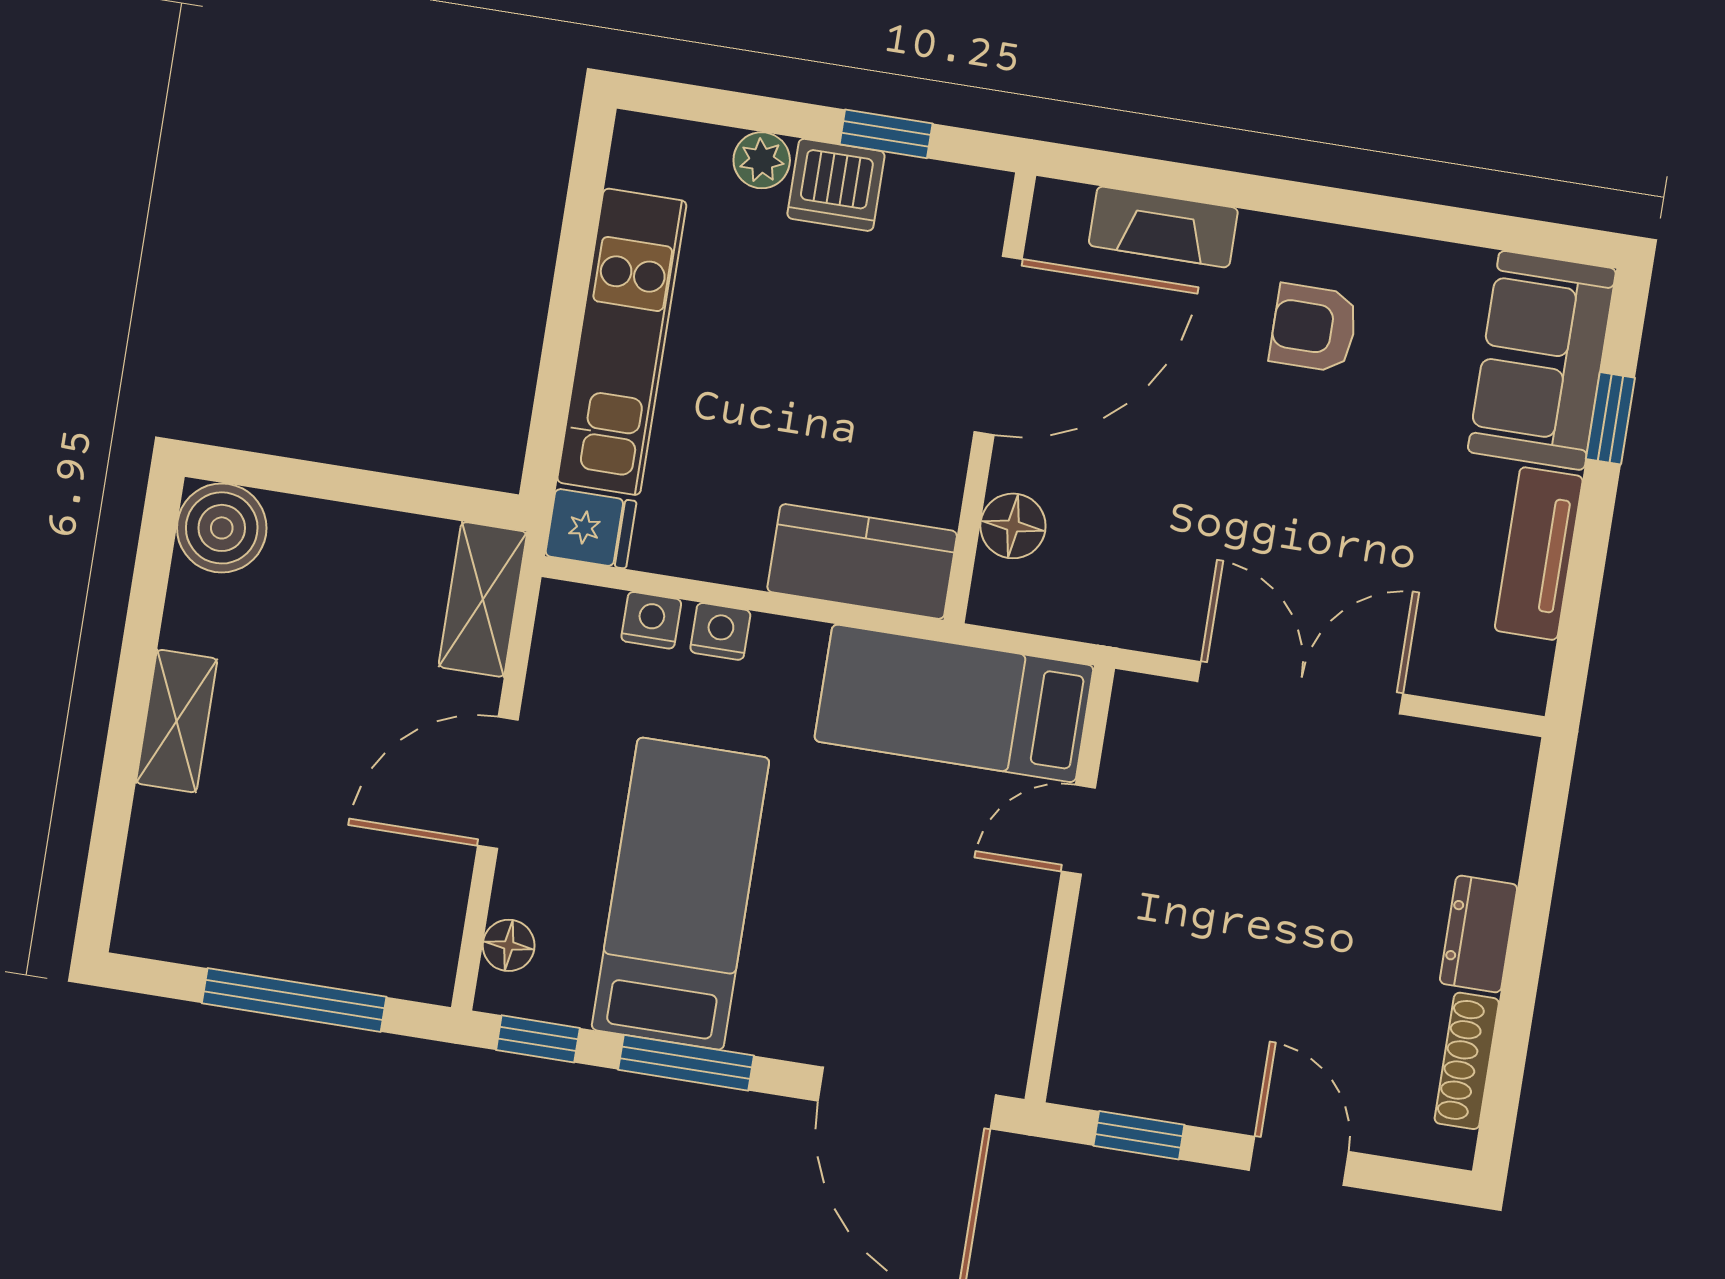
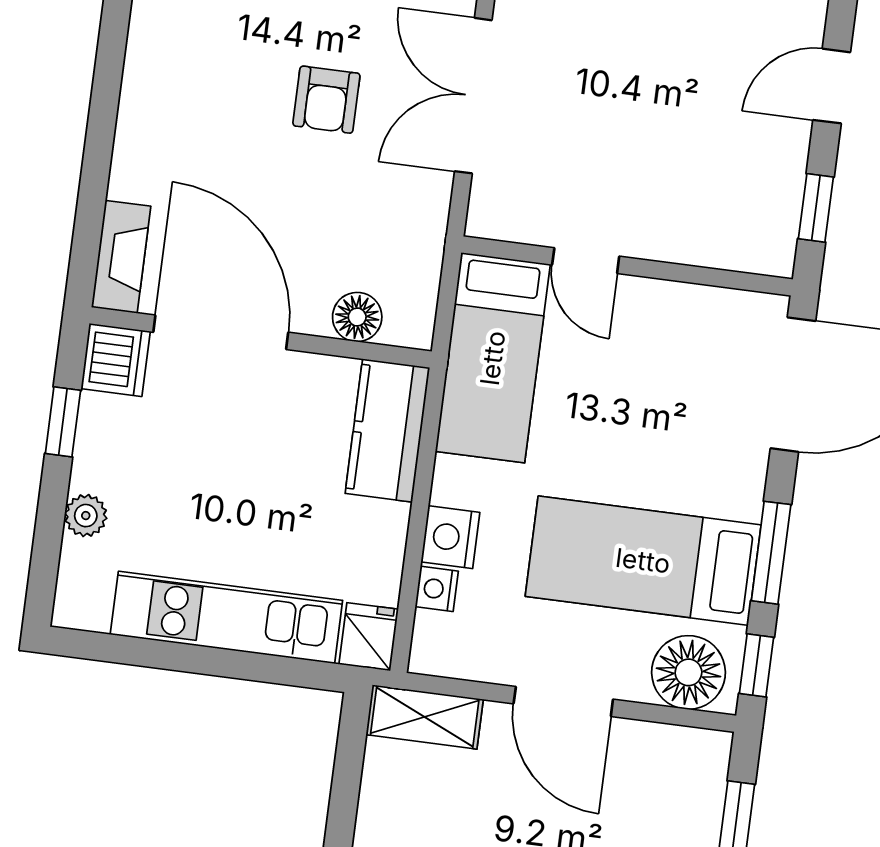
dishwasher: (836, 185) -> (116, 360), moved
fireplace: (1163, 227) -> (121, 257), moved
armchair: (1314, 328) -> (326, 100), moved
nightstand: (720, 631) -> (450, 537), width x1.39, depth x1.35
floor lamp: (509, 945) -> (688, 672), width x1.89, depth x1.89

